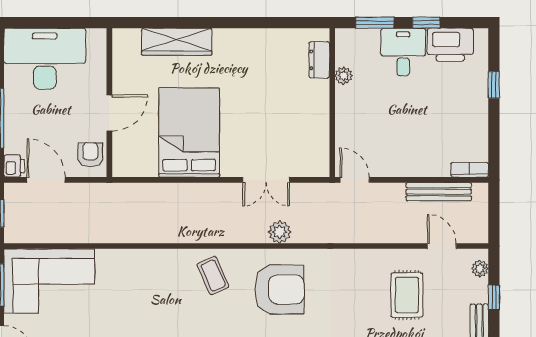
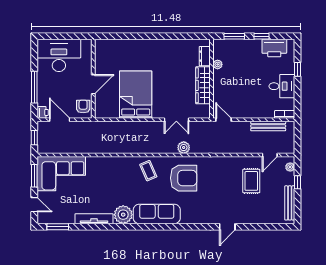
wardrobe: (177, 42) -> (203, 85), moved, turned 90
desk: (403, 52) -> (282, 86), moved, turned 90
door: (442, 246) -> (270, 155), swing flipped

